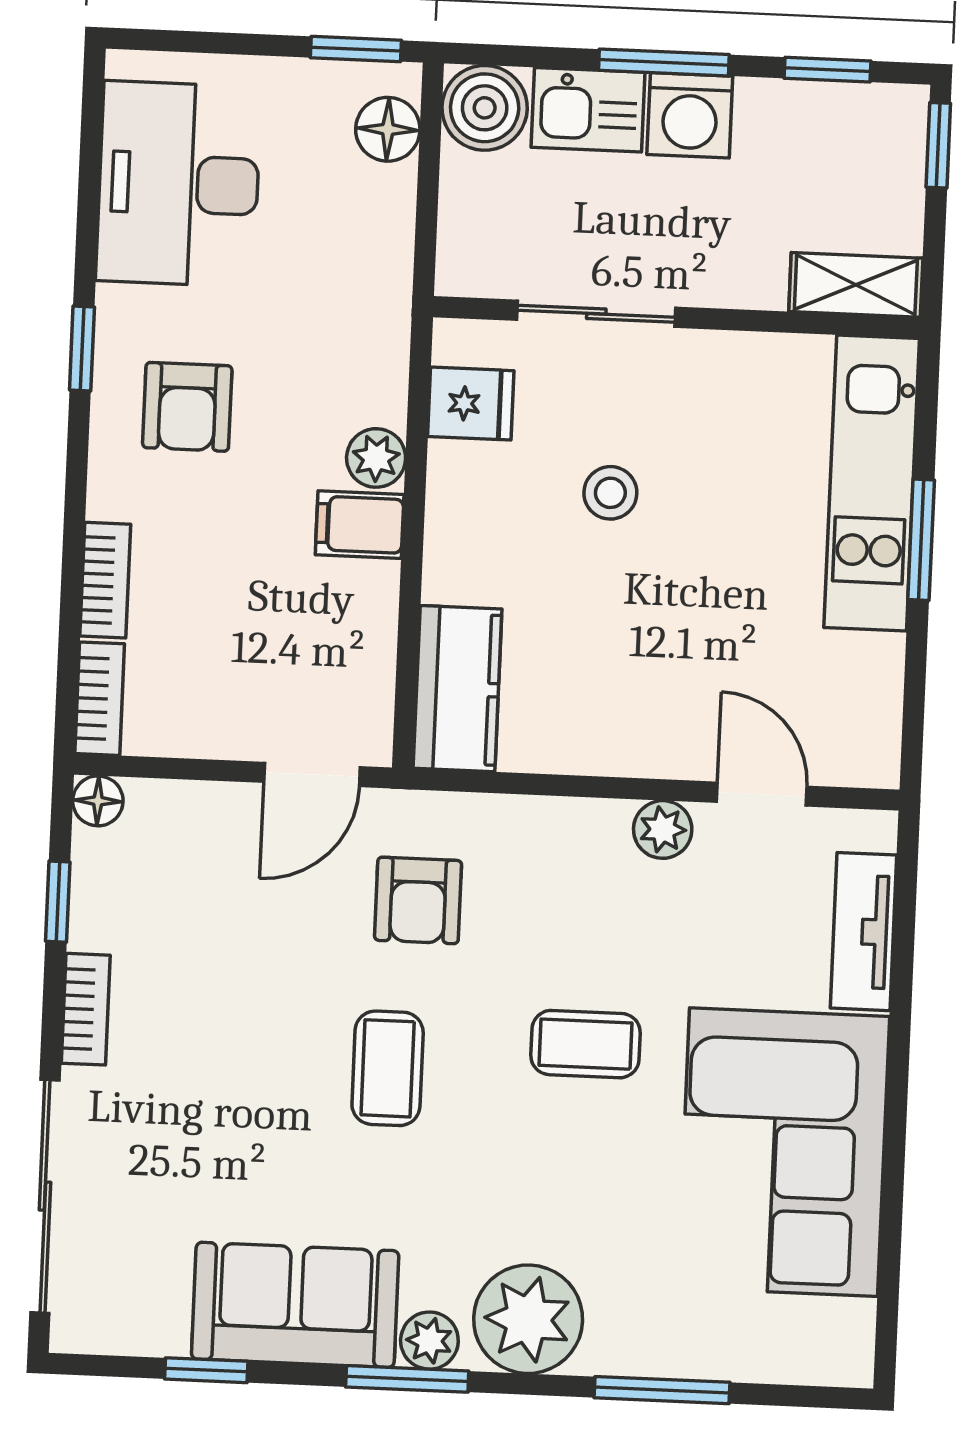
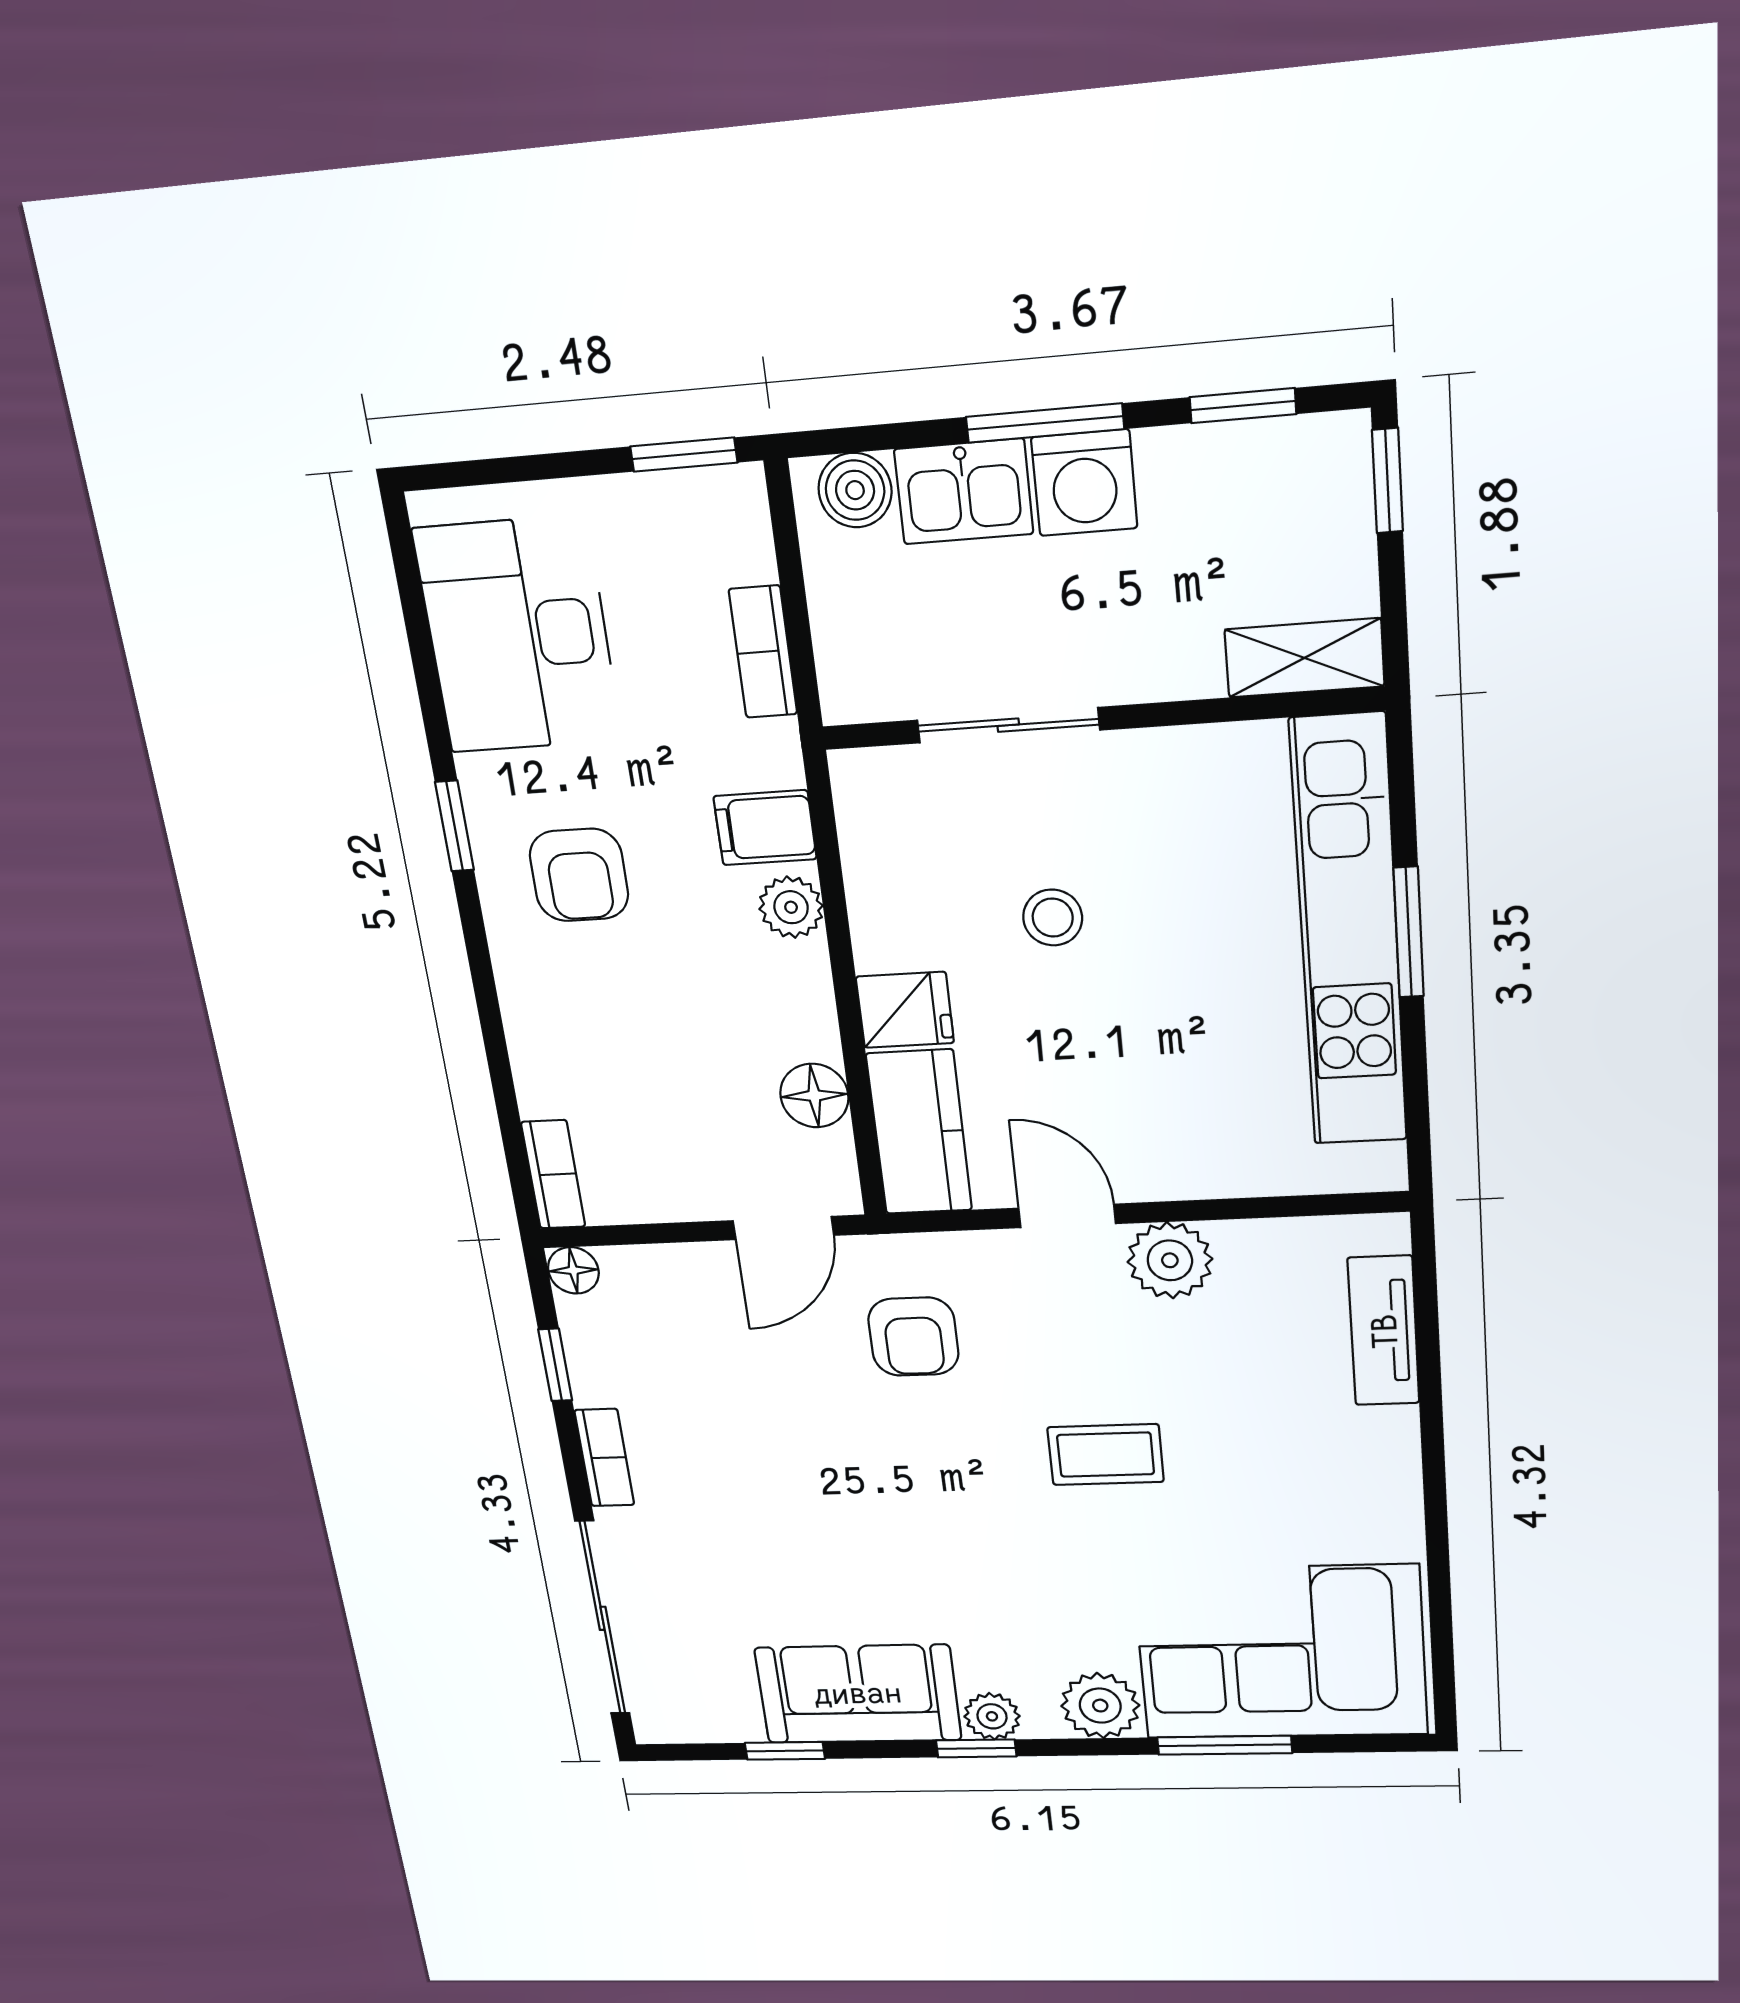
boiler: (485, 108) -> (855, 490), width x0.73, depth x0.73
floor lamp: (388, 129) -> (814, 1096), moved
fridge: (471, 404) -> (905, 1010), moved
kitchen unit: (872, 483) -> (1349, 934), width x1.36
filing cabinet: (360, 525) -> (765, 828), moved
bookcase: (105, 580) -> (763, 652), moved, turned 180
door: (762, 794) -> (1067, 1216), moved
plant: (663, 829) -> (1170, 1260), width x1.38, depth x1.38
coffee table: (388, 1068) -> (910, 1489), removed
corner sofa: (784, 1152) -> (1281, 1652), moved, turned 90
plant: (528, 1319) -> (1100, 1706), width x0.73, depth x0.73
window: (407, 1379) -> (976, 1748), width x0.67

